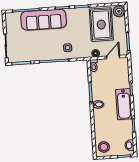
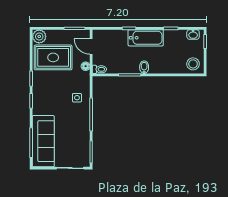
sofa: (44, 20) -> (43, 141), moved

